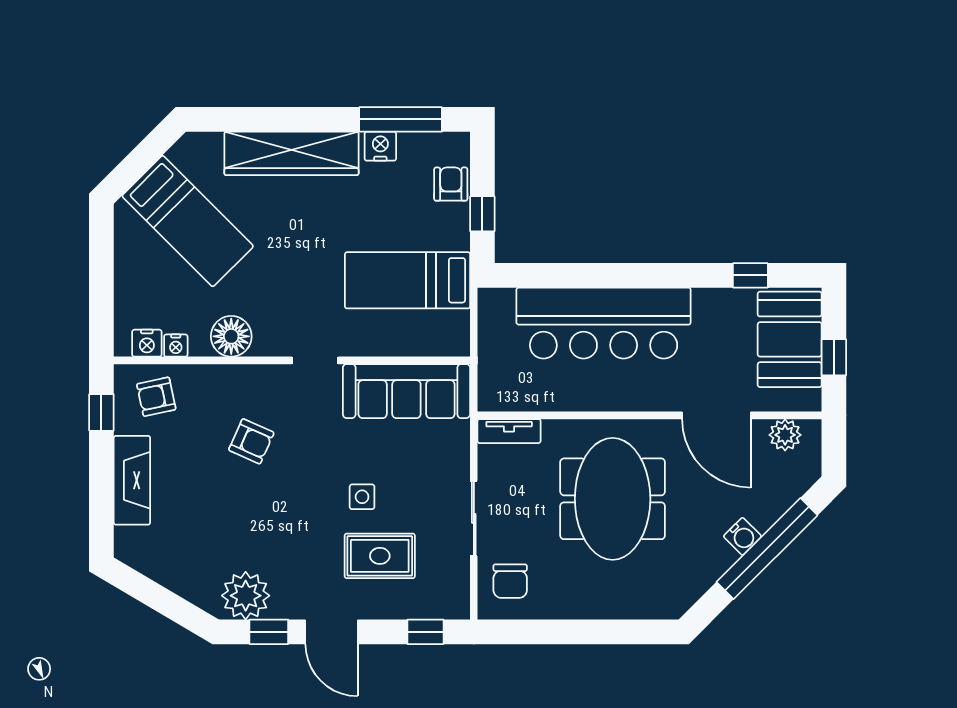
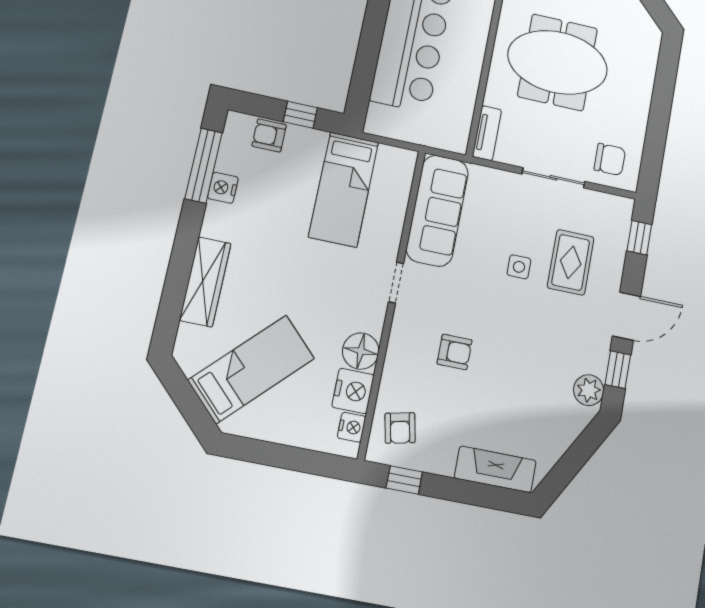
wardrobe: (291, 153) -> (205, 282), width x0.71, depth x0.85
nightstand: (176, 346) -> (353, 391), width x1.89, depth x1.79
armchair: (251, 441) -> (455, 352), turned 66
fireplace: (132, 480) -> (495, 469), moved
plant: (246, 596) -> (589, 390), width x0.73, depth x0.73

